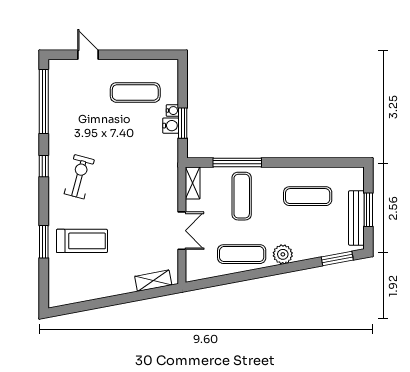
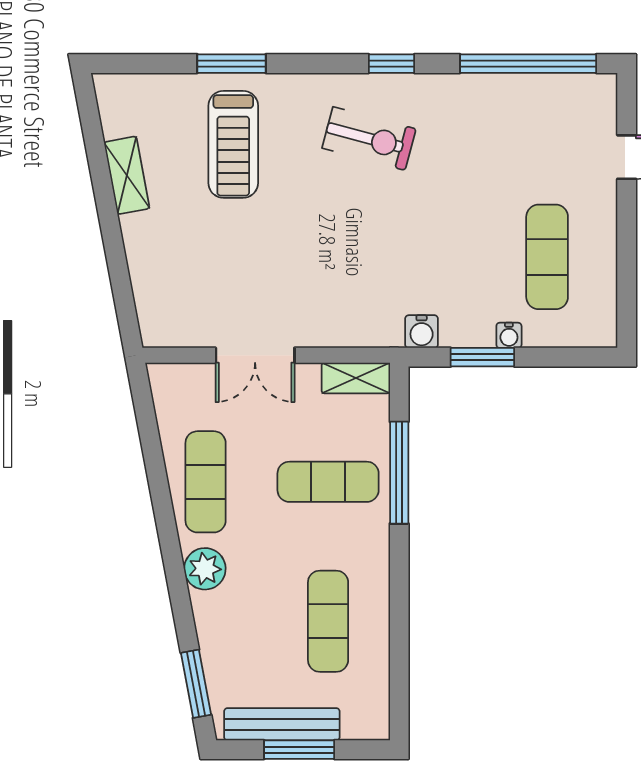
water cooler: (171, 126) -> (422, 332), moved
shelving: (153, 281) -> (127, 175), moved

